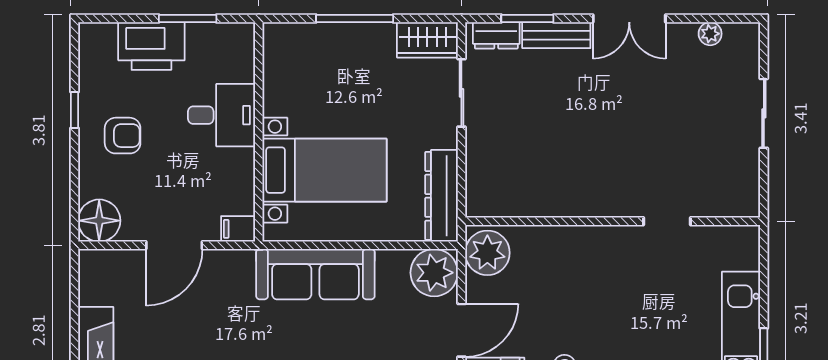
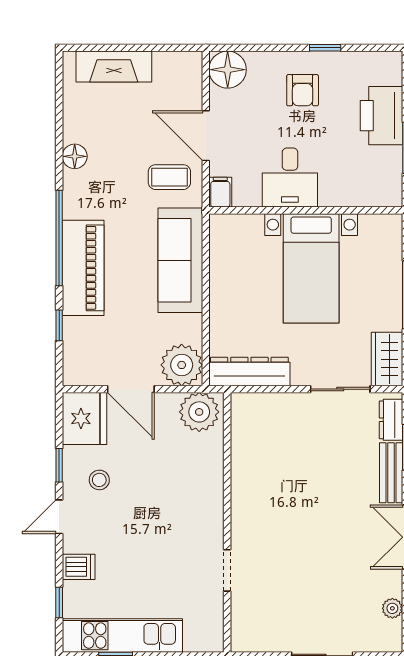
desk: (222, 115) -> (290, 178), moved
bed with nightstands: (325, 170) -> (311, 268), moved
coffee table: (221, 287) -> (169, 177), added

